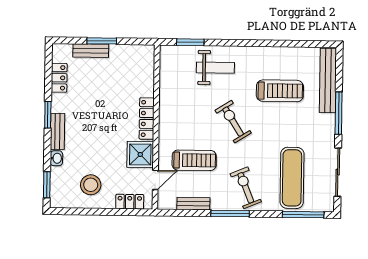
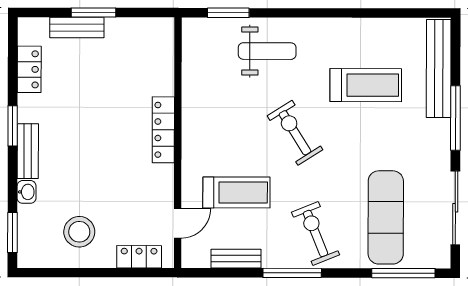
shower: (140, 154) -> (154, 185), removed

